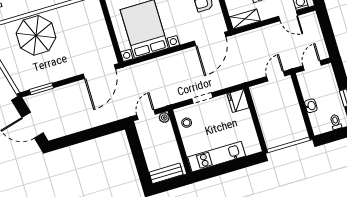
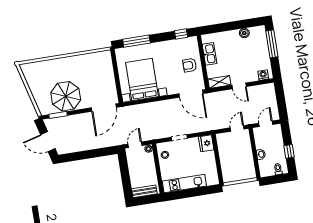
door: (288, 16) -> (239, 86), moved
parasol: (36, 35) -> (66, 96), moved
door: (210, 39) -> (191, 94), hinge flipped

